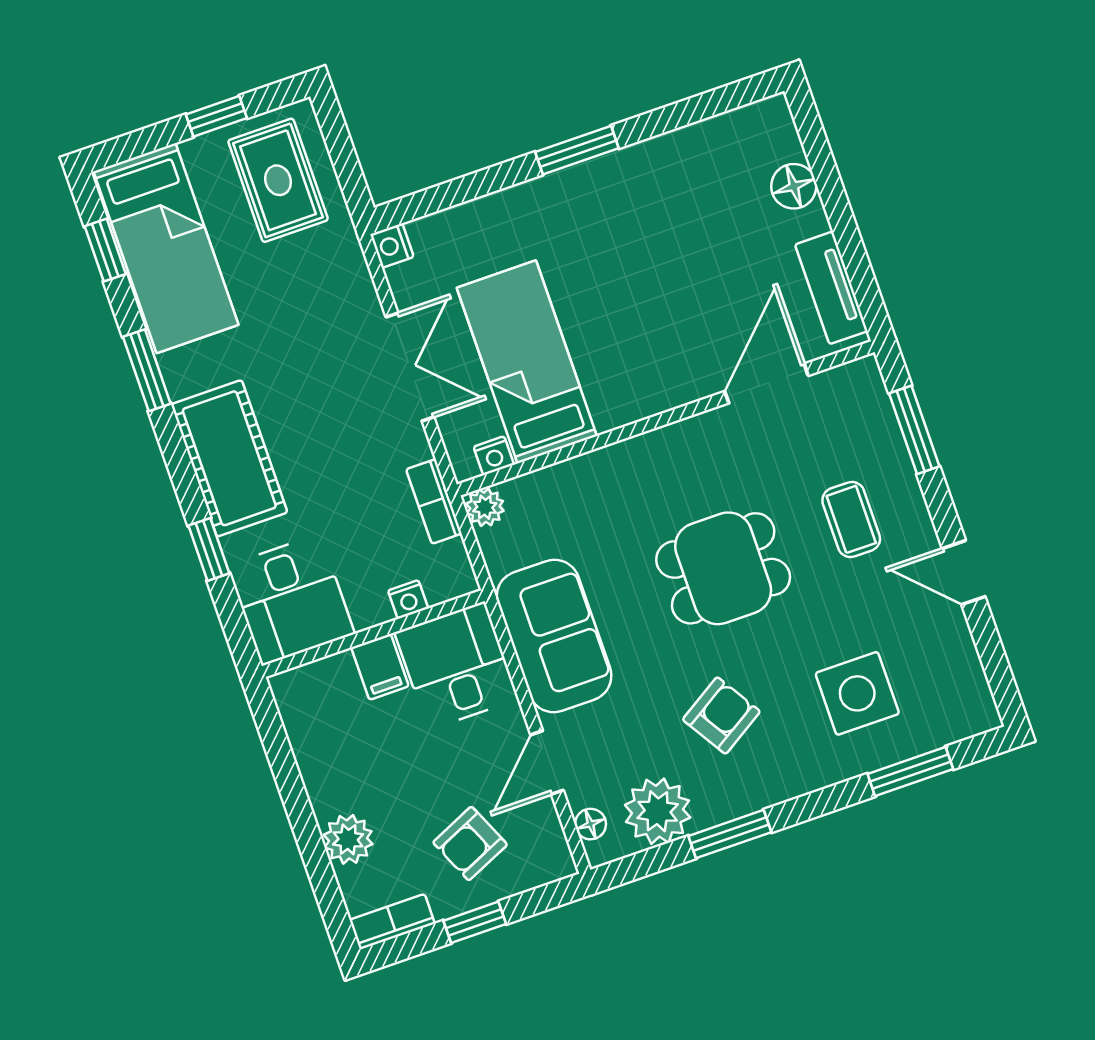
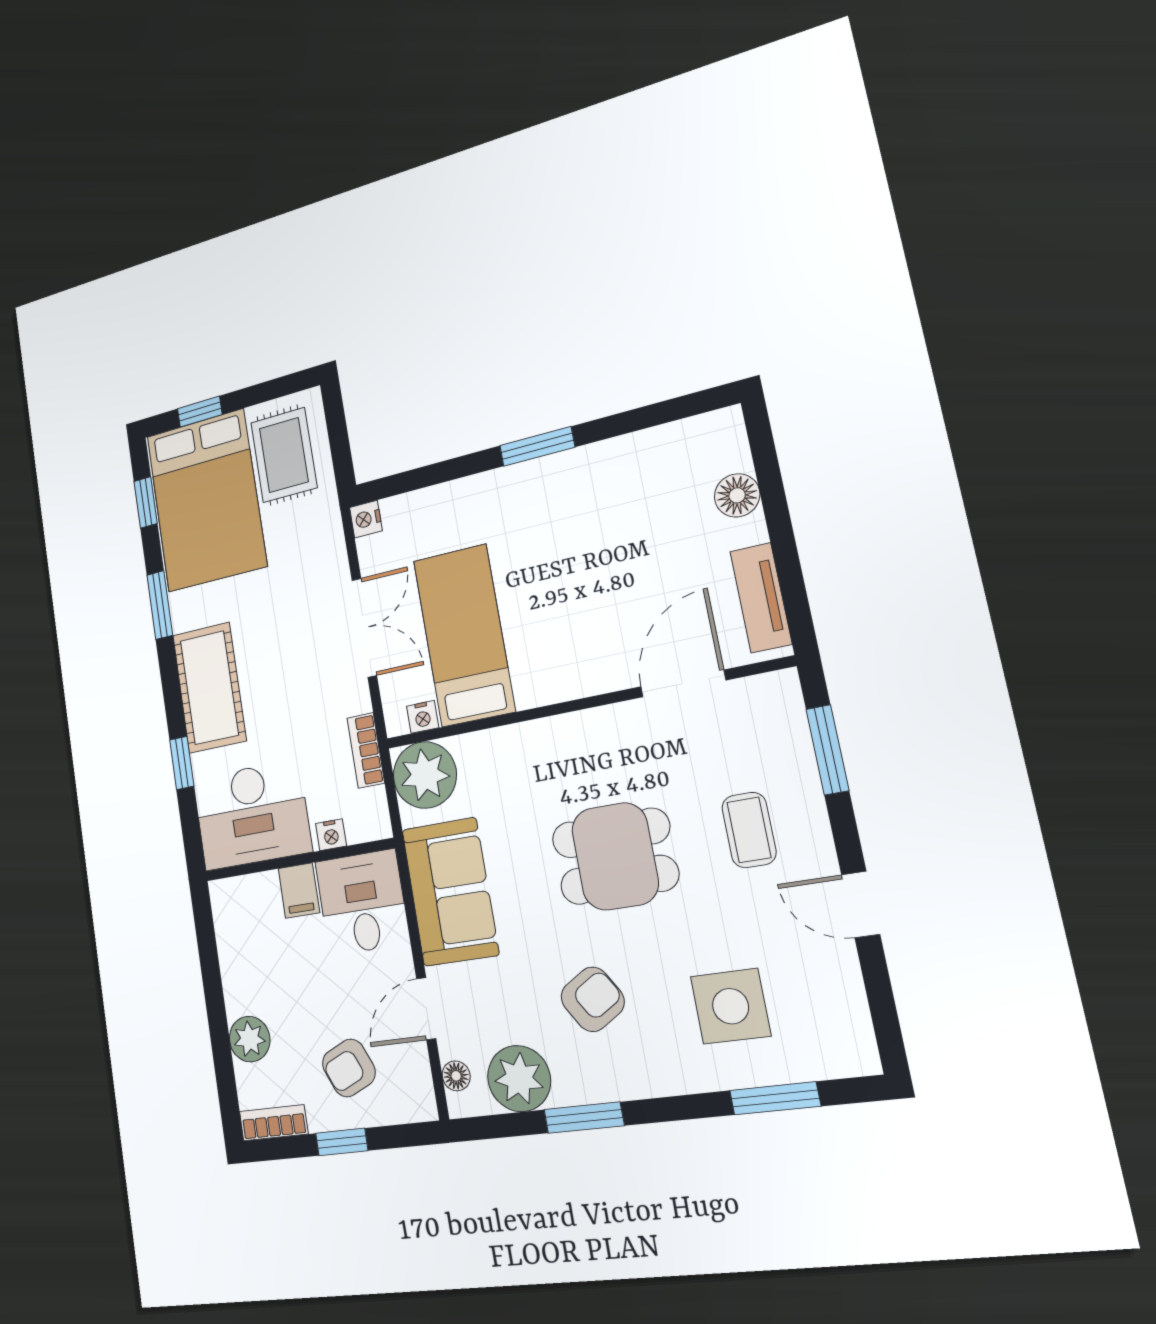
window: (216, 116) -> (200, 412), moved
bed: (166, 248) -> (206, 500), width x1.50
plant: (485, 507) -> (425, 775), width x1.88, depth x1.88
desk: (291, 600) -> (252, 815), width x1.37

